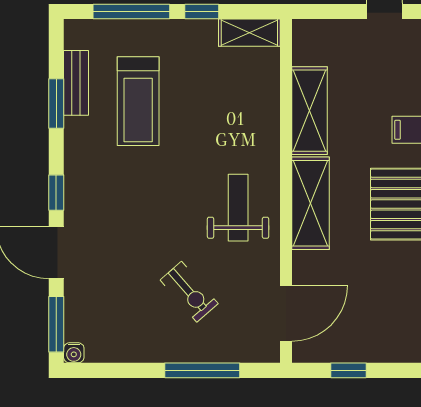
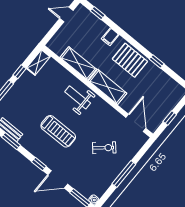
treadmill: (138, 101) -> (58, 131), moved
weight bench: (238, 208) -> (78, 97), moved
window: (202, 370) -> (124, 174), moved

